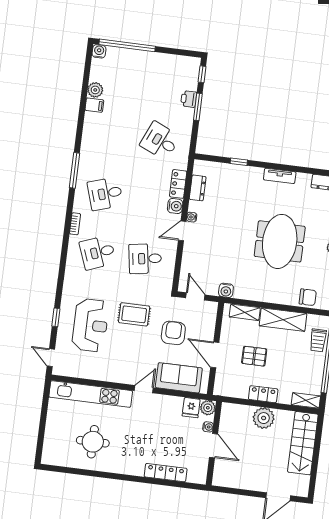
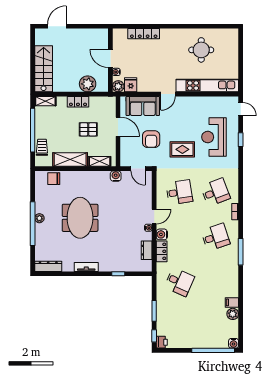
printer: (189, 99) -> (162, 342), moved
plant: (264, 418) -> (88, 84), moved

